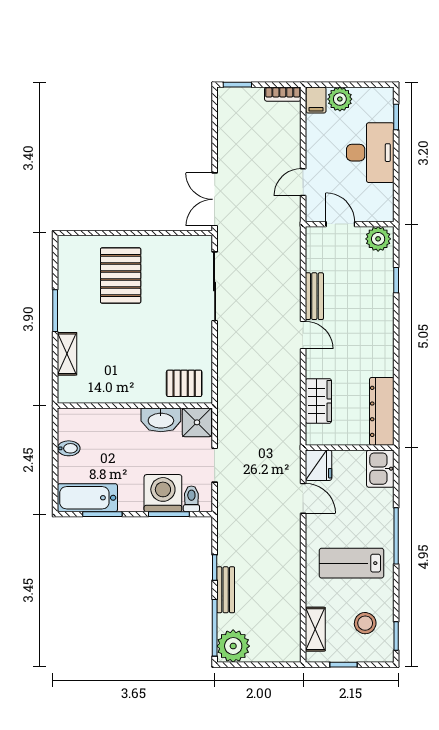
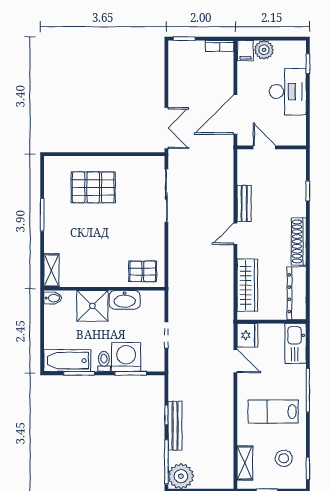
door: (303, 182) -> (235, 115), width x1.88
double door: (215, 199) -> (166, 128), swing flipped
plant: (378, 239) -> (294, 159), removed
pallet: (121, 275) -> (93, 187), turned 90
door: (303, 335) -> (235, 234), swing flipped
shoe rack: (384, 345) -> (299, 241), added
shelving: (67, 354) -> (51, 270), moved
wardrobe: (318, 401) -> (247, 285), width x1.50
shower: (197, 422) -> (92, 306), moved, width x1.36, depth x1.36
bidet: (69, 448) -> (53, 298), moved
kitchen sink: (380, 469) -> (296, 343), width x1.38
toilet: (191, 499) -> (104, 361), moved
bench: (226, 590) -> (175, 426), width x1.36

